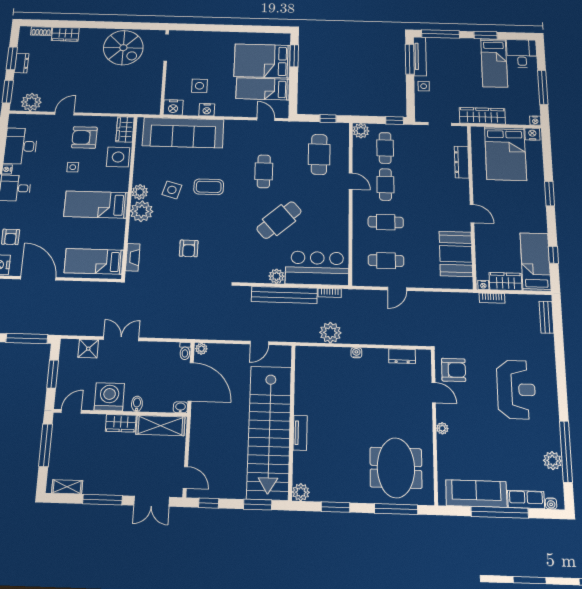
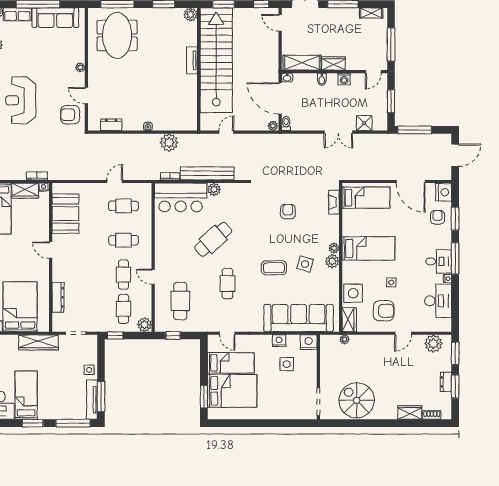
plant: (132, 109) -> (344, 339), added
plant: (142, 211) -> (334, 248), width x0.53, depth x0.53
washing machine: (109, 397) -> (344, 79), width x0.53, depth x0.53

